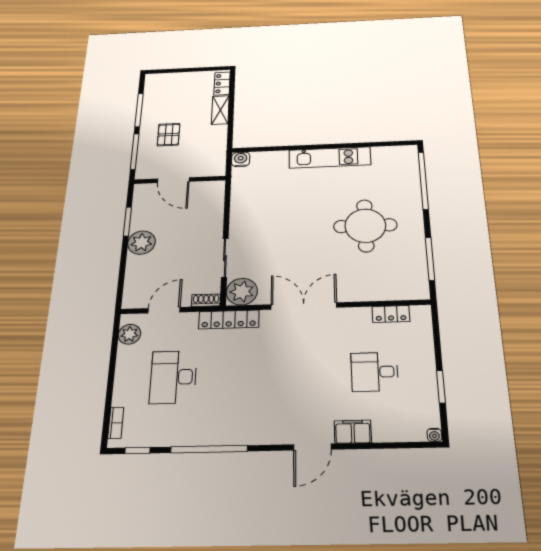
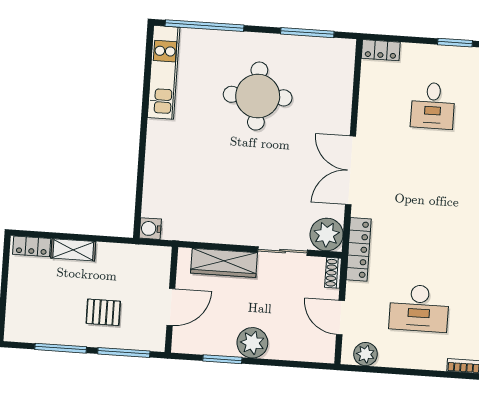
kitchen unit: (330, 157) -> (164, 72), moved
wardrobe: (213, 215) -> (224, 263), added
locker: (391, 314) -> (381, 50), moved, turned 90

